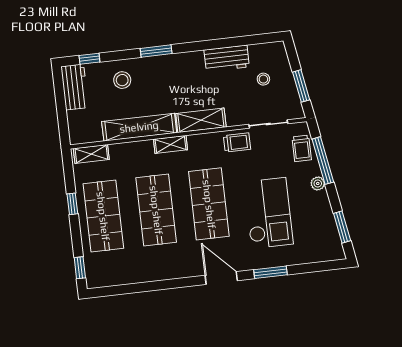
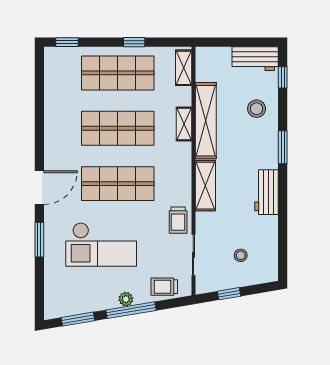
workbench: (227, 58) -> (267, 192), moved
window: (301, 86) -> (229, 294), width x0.67
shelving: (170, 144) -> (184, 124), moved
window: (323, 161) -> (131, 310), moved

